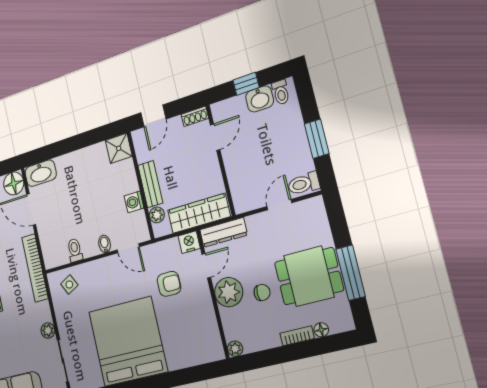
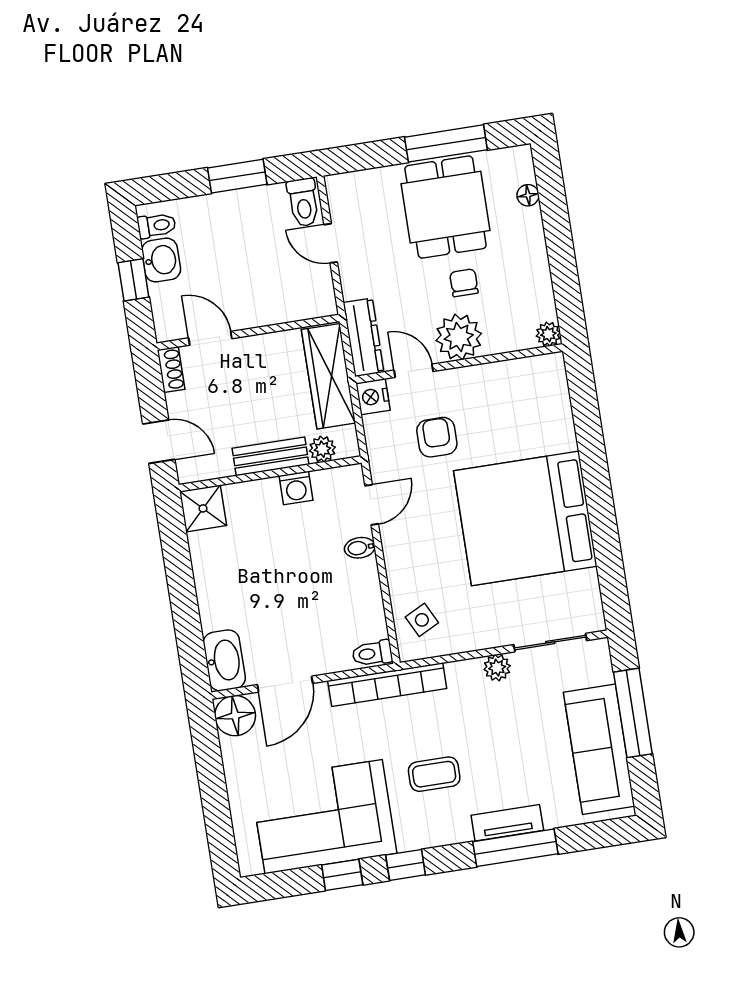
toilet: (75, 250) -> (372, 653), moved
bookcase: (297, 336) -> (535, 233), removed

